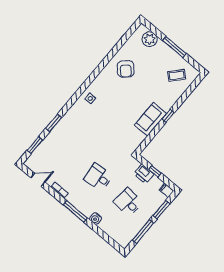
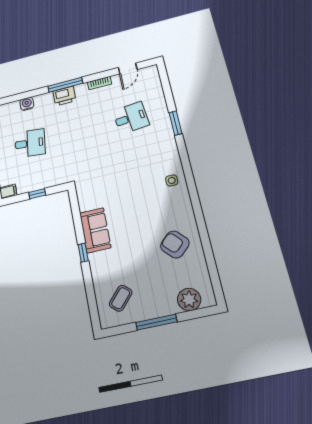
window: (35, 145) -> (167, 88), removed
printer: (144, 174) -> (64, 96), moved, turned 180
desk: (98, 177) -> (131, 118), moved
water cooler: (96, 219) -> (27, 104), moved

